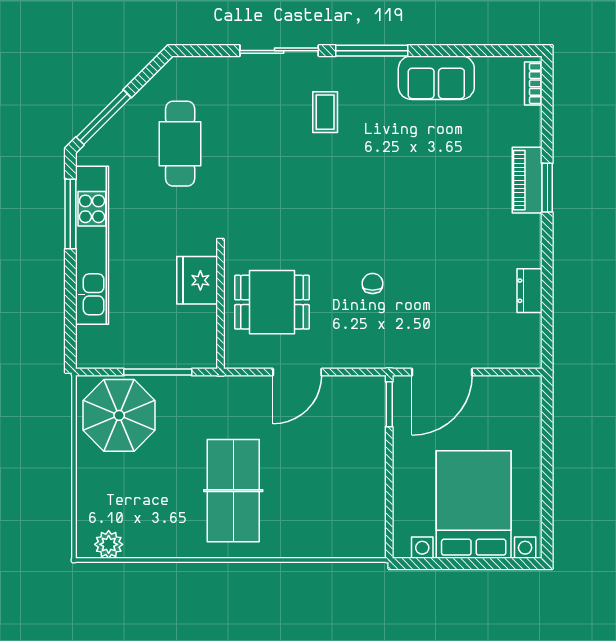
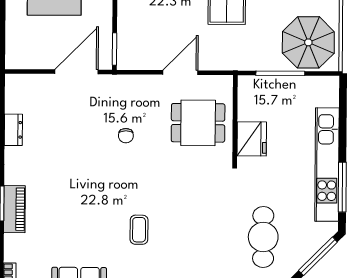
coffee table: (325, 112) -> (139, 230), moved

